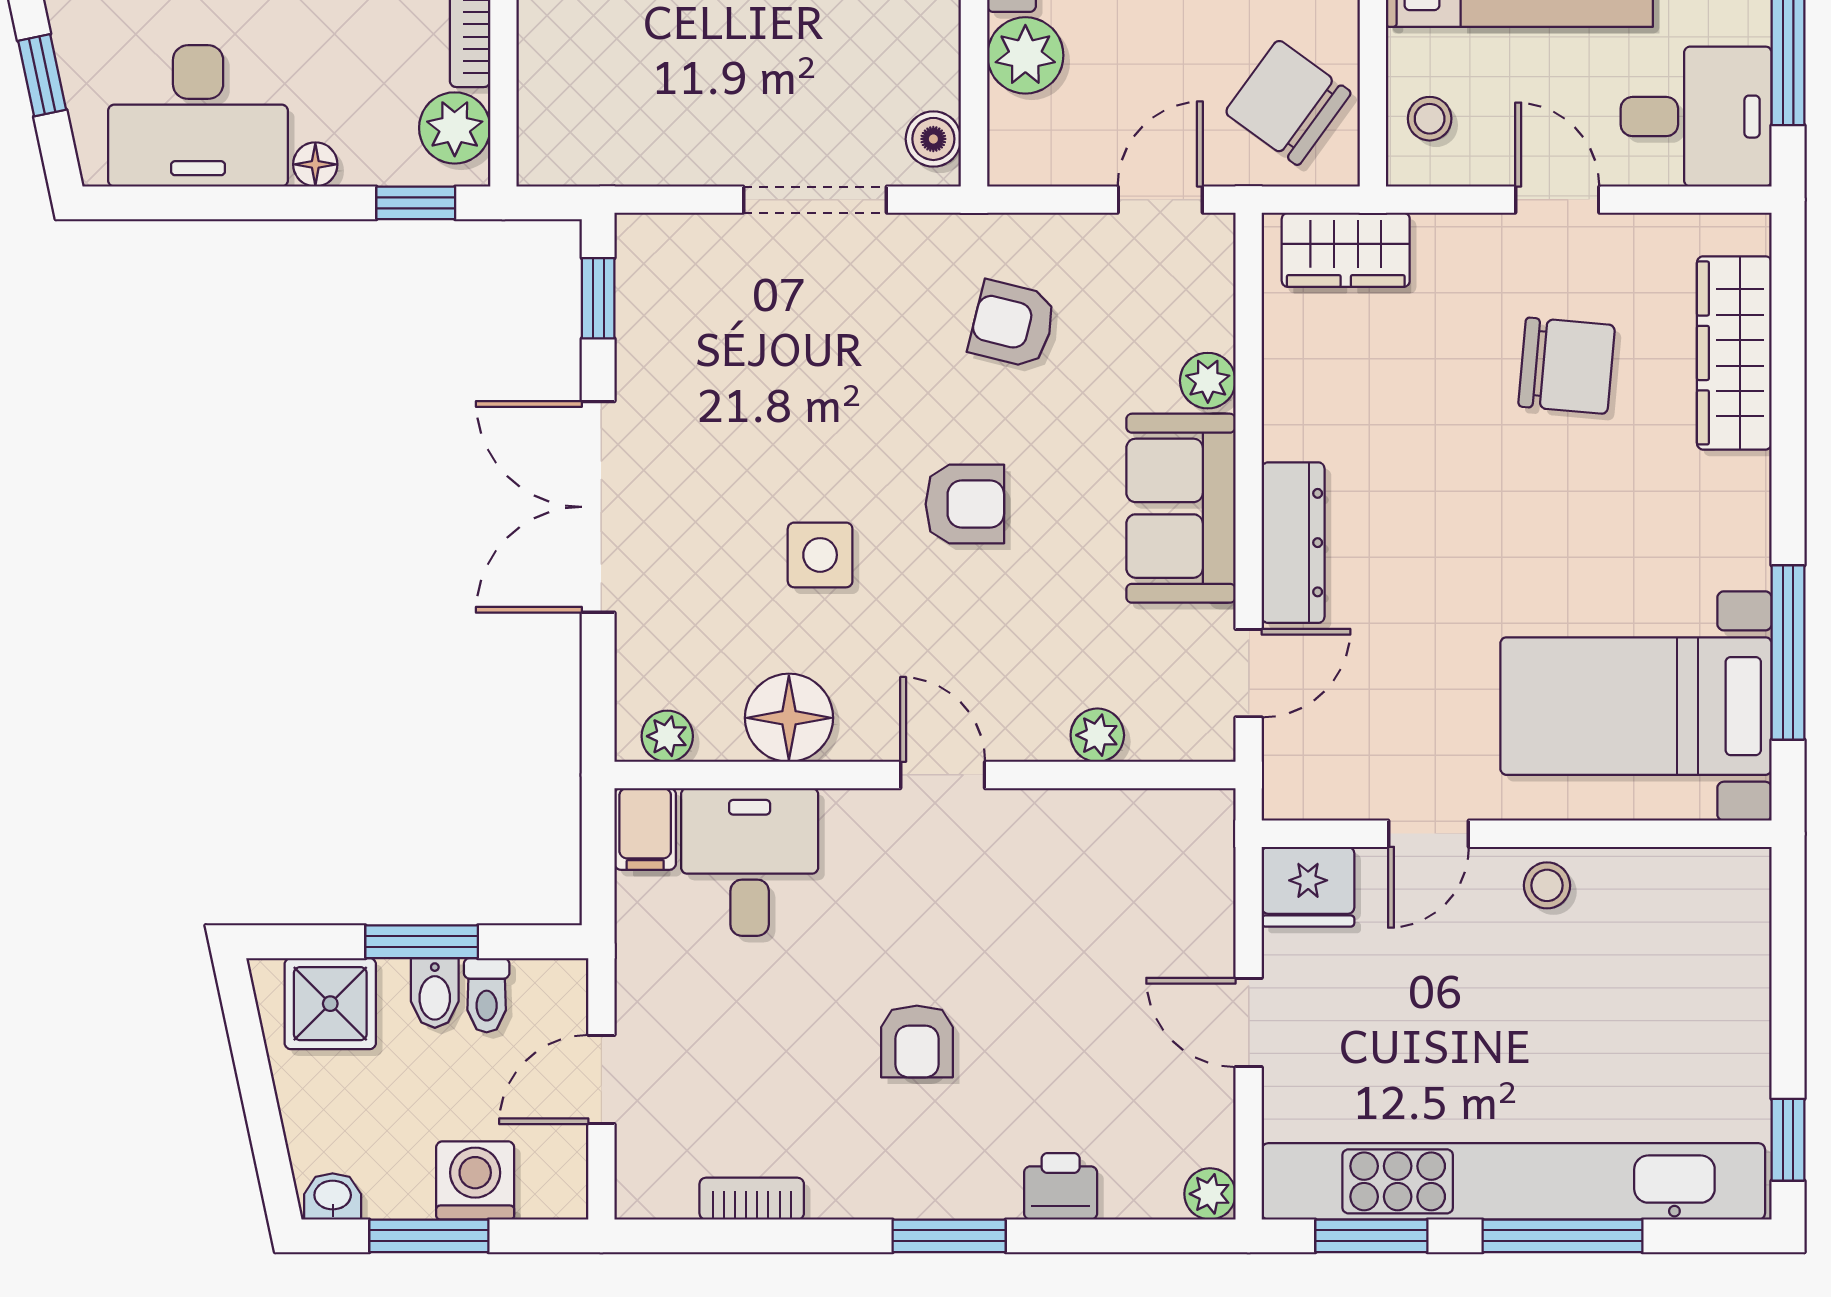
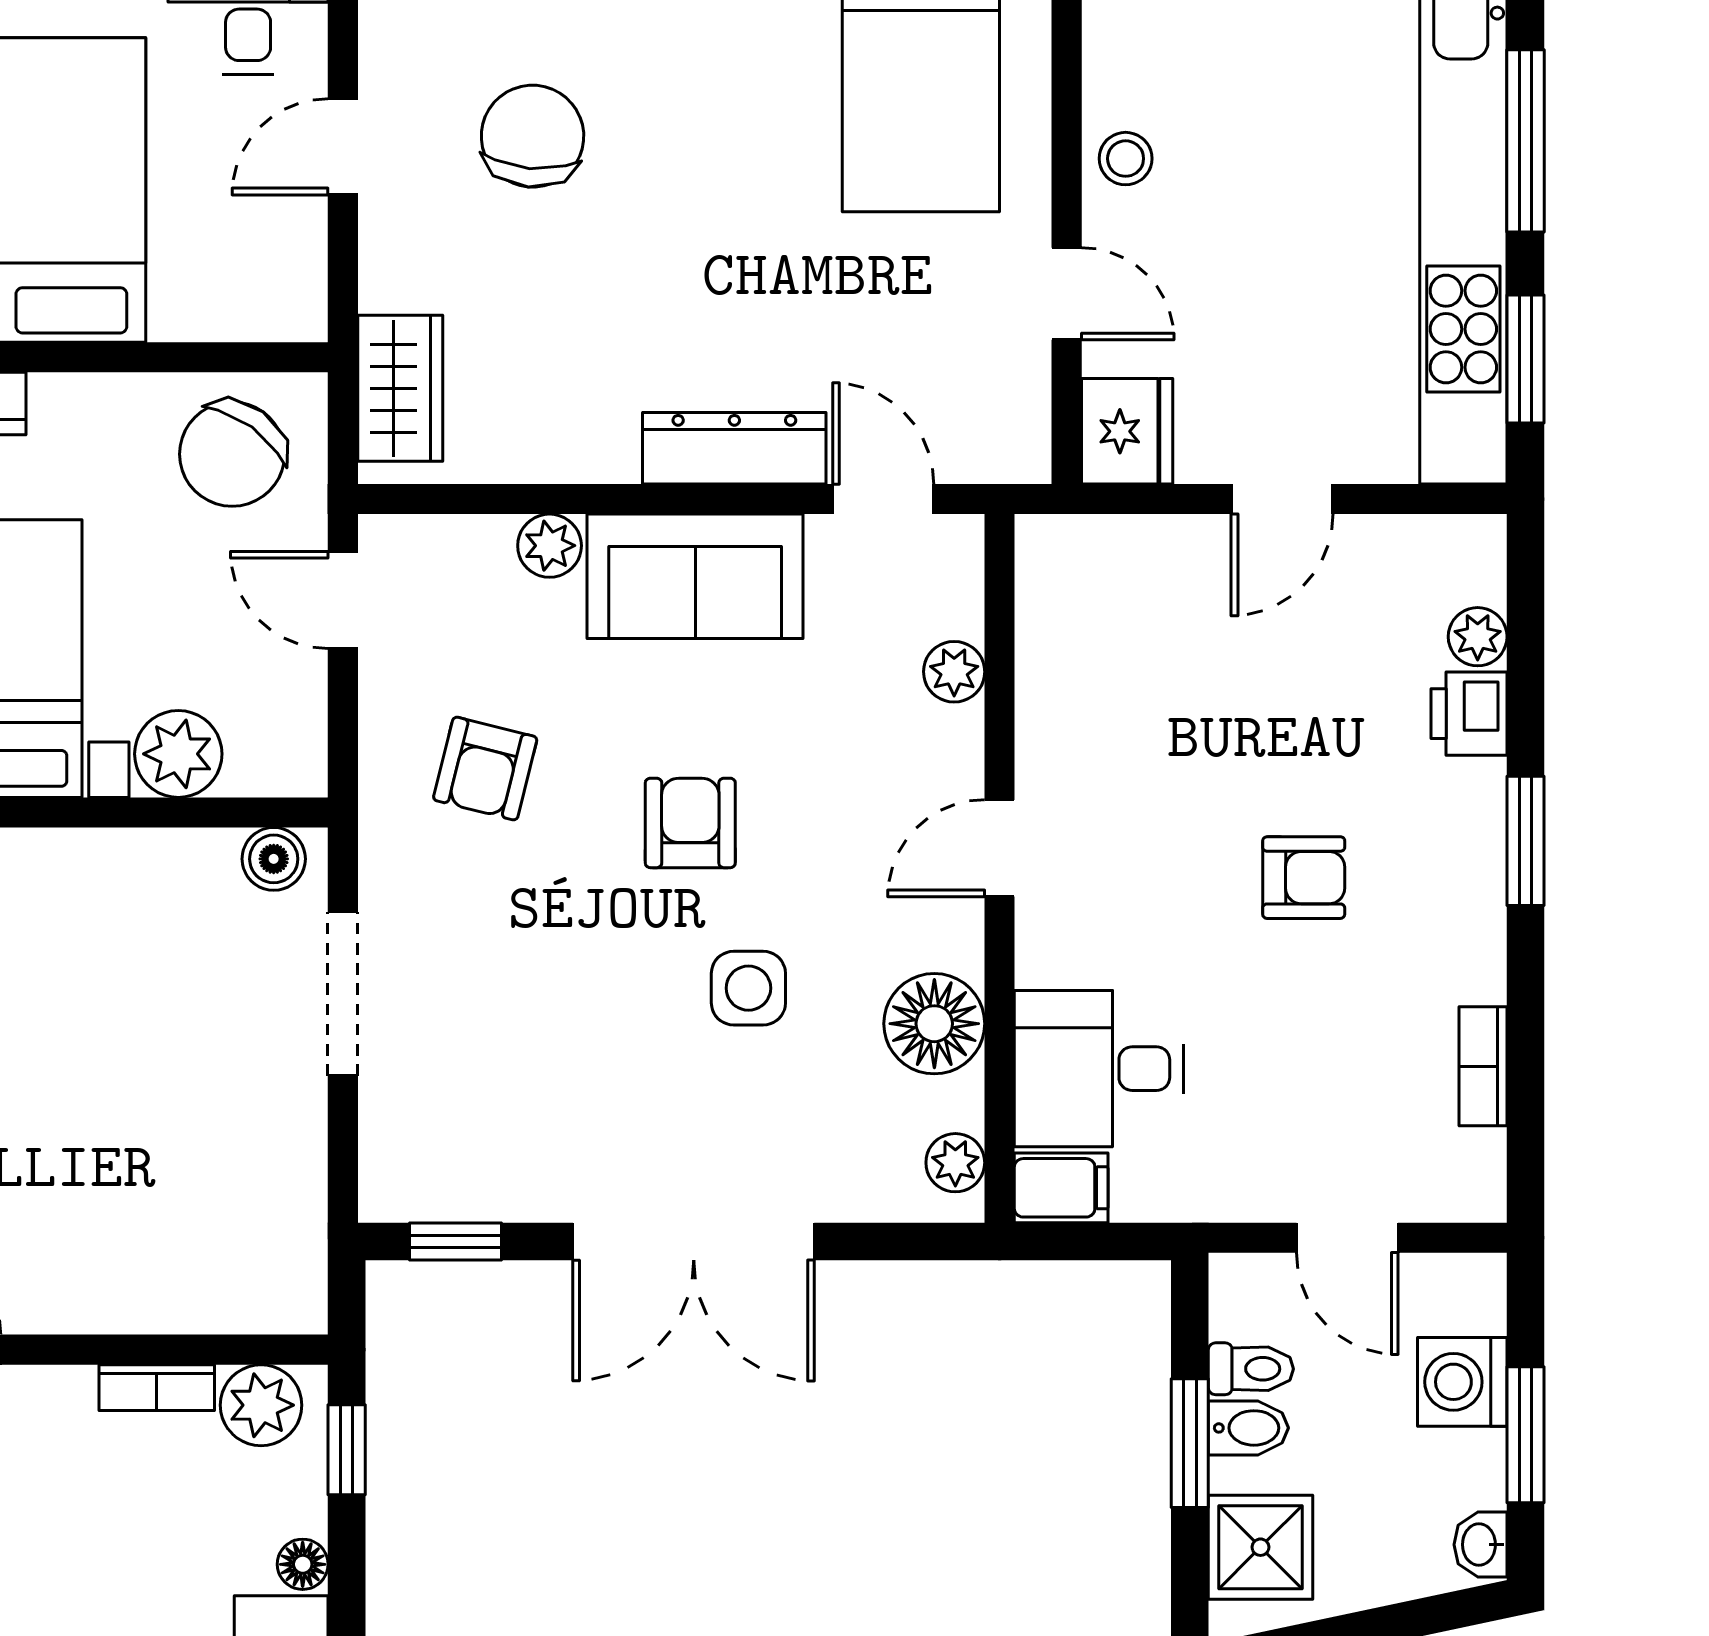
stool: (1430, 119) -> (251, 293), removed
plant: (1210, 1194) -> (1478, 637), moved

